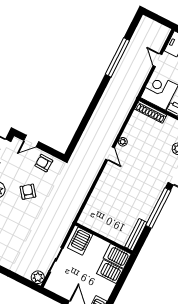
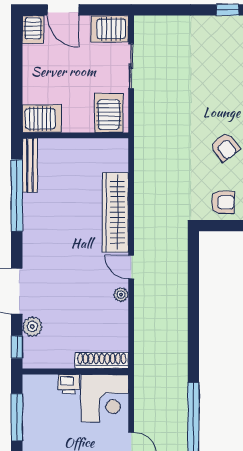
wardrobe: (103, 187) -> (115, 212), added
window: (158, 208) -> (17, 195), moved
server rack: (110, 272) -> (110, 29), moved, turned 180
plant: (38, 277) -> (145, 26), removed

